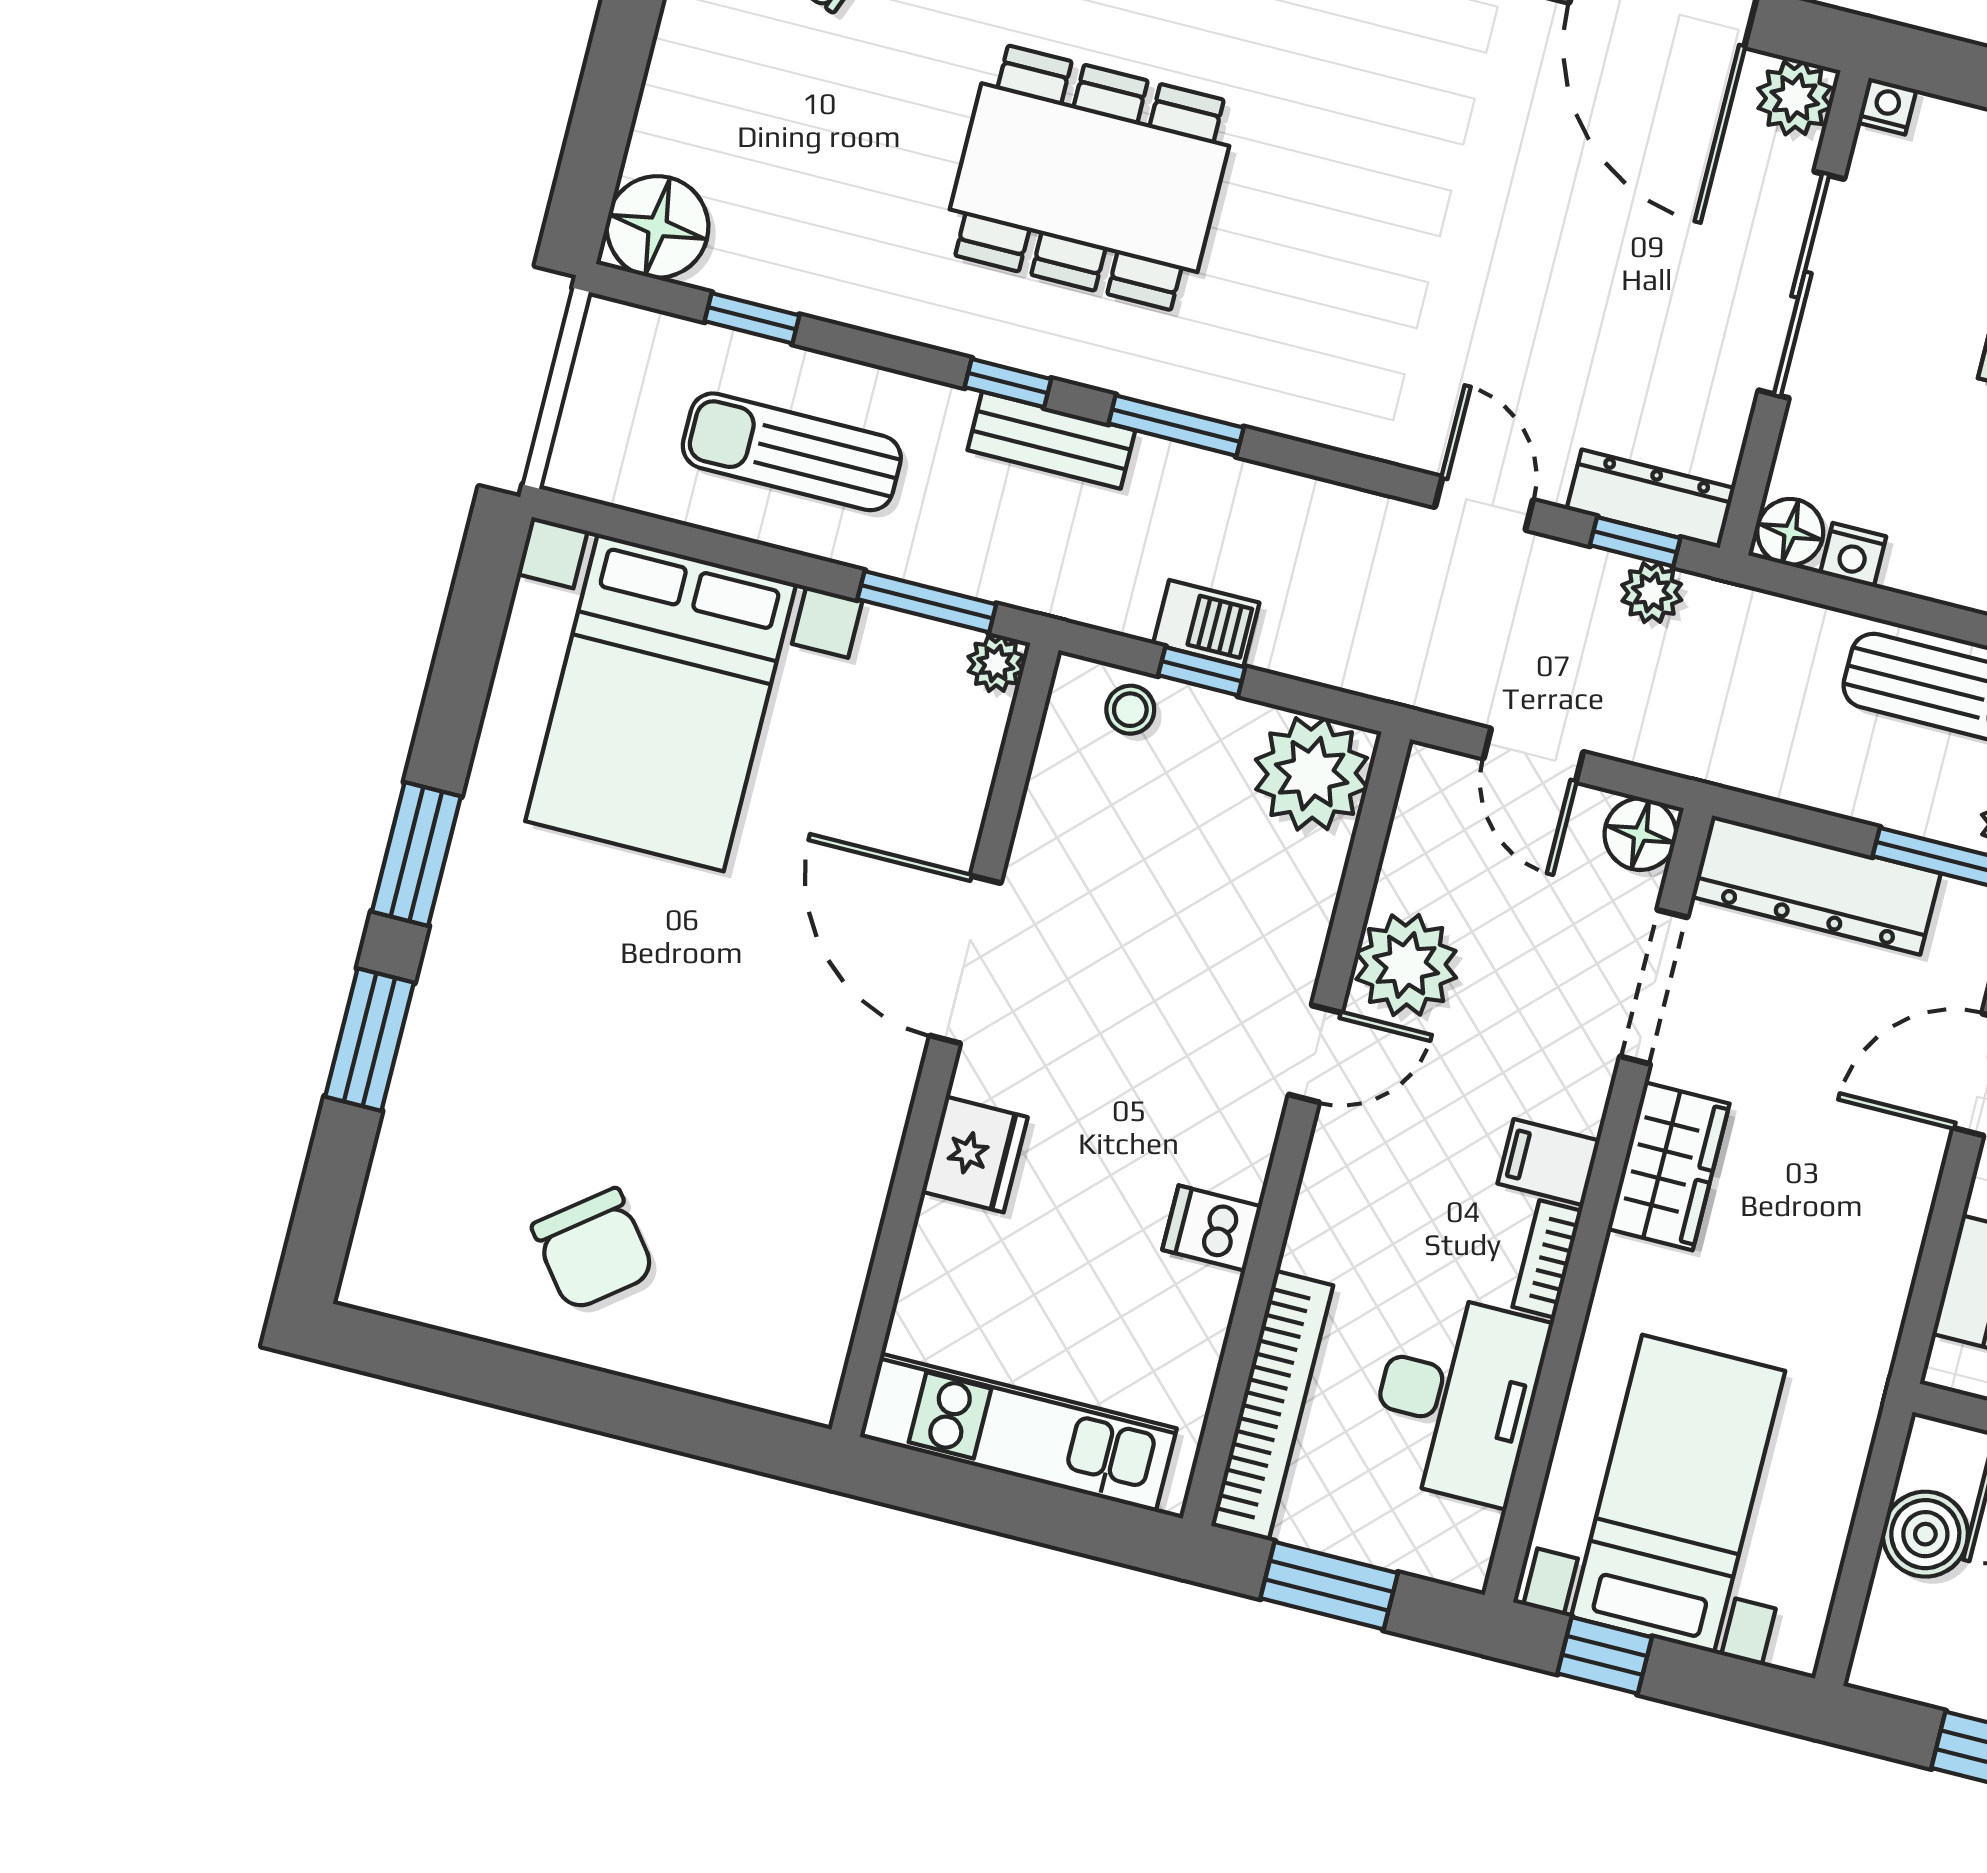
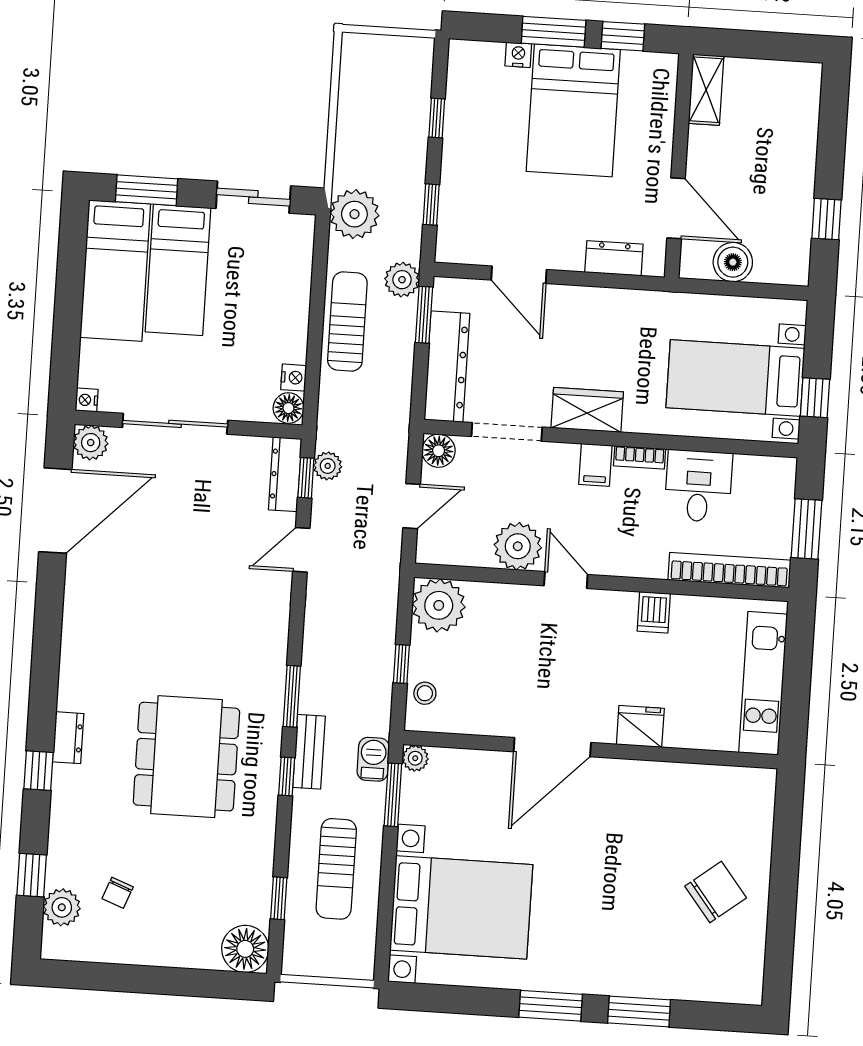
barbecue: (1206, 623) -> (373, 759), moved
desk: (1457, 1398) -> (698, 486), width x0.73

